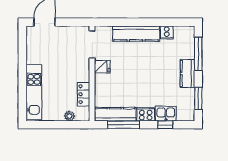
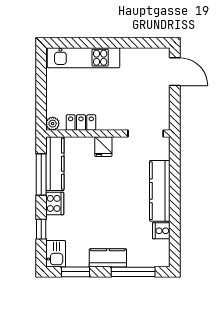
fridge: (102, 67) -> (103, 147), moved
kitchen sink: (166, 114) -> (56, 254), moved
plant: (69, 116) -> (53, 124), moved

